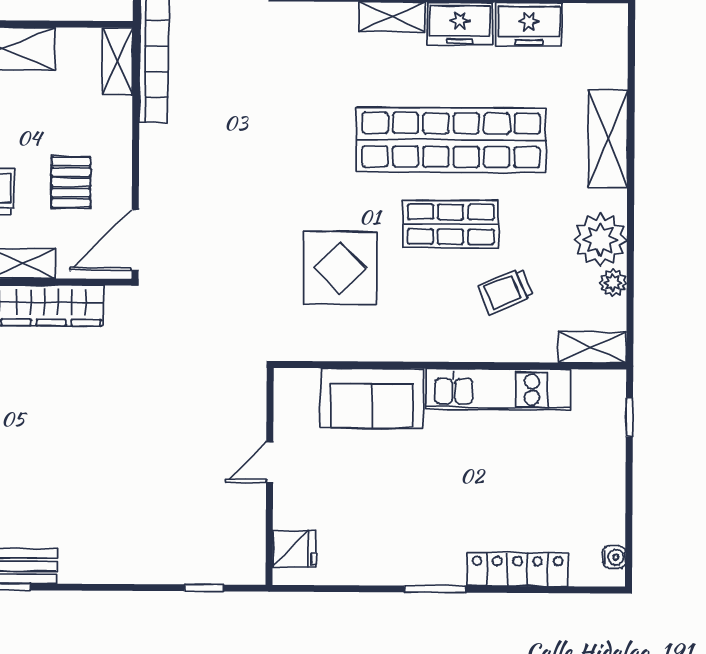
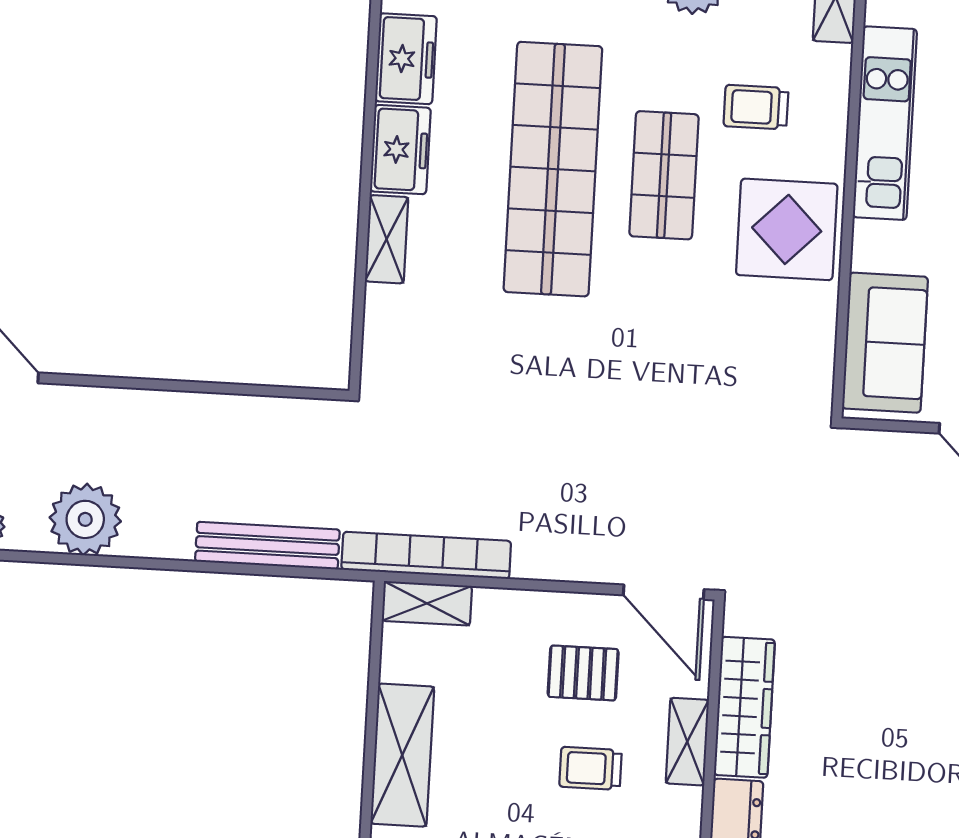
display table: (340, 268) -> (787, 229), moved
trolley: (506, 291) -> (756, 107), turned 113
sofa: (372, 398) -> (885, 343), moved

